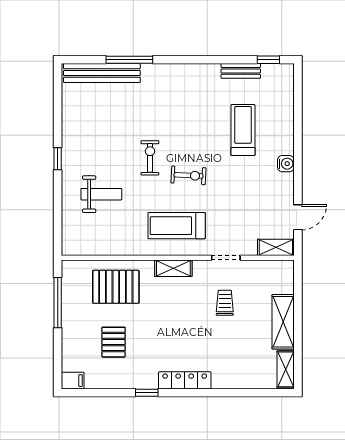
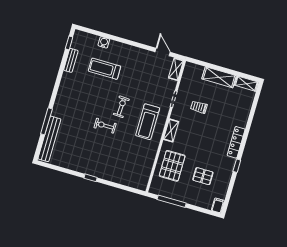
water cooler: (286, 164) -> (104, 42), moved
weight bench: (101, 194) -> (118, 159), removed

